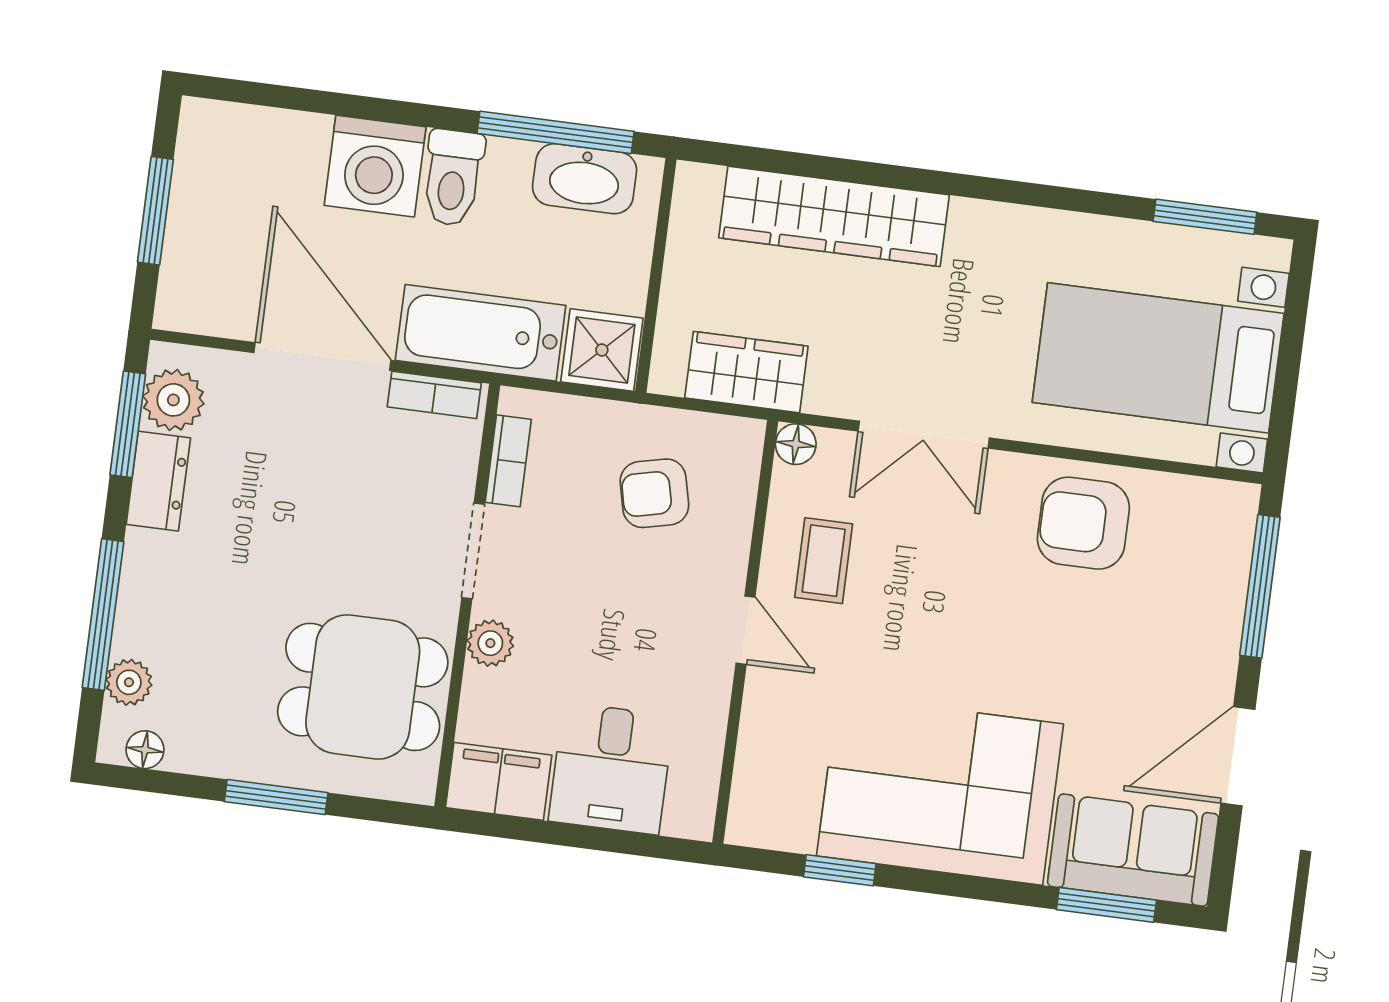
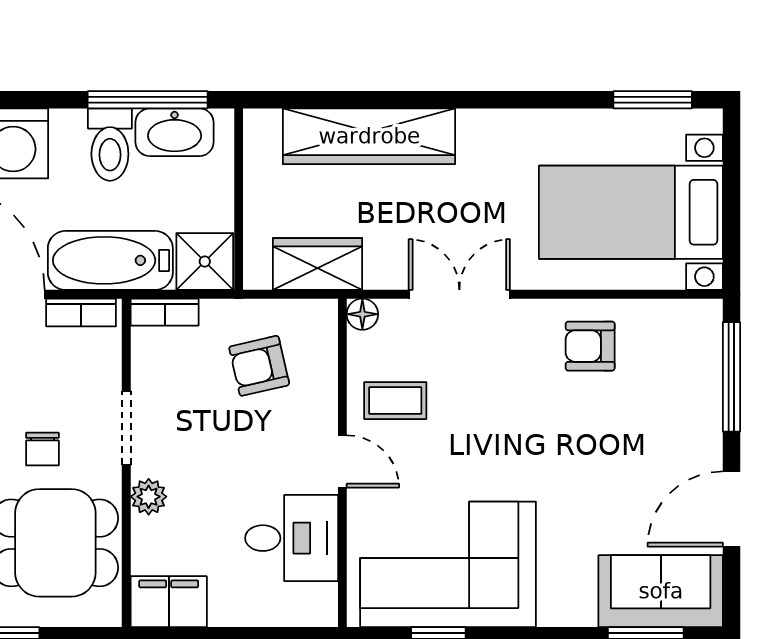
toilet: (453, 178) -> (110, 145), moved
double door: (924, 435) -> (459, 294), swing flipped
bookcase: (508, 461) -> (165, 312), moved, turned 90
armchair: (1083, 523) -> (590, 346), width x0.72, depth x0.72
coffee table: (824, 561) -> (395, 401), turned 90
chair: (362, 564) -> (42, 449), added
desk: (611, 768) -> (292, 538), moved, turned -90
corner sofa: (940, 790) -> (448, 564), moved

